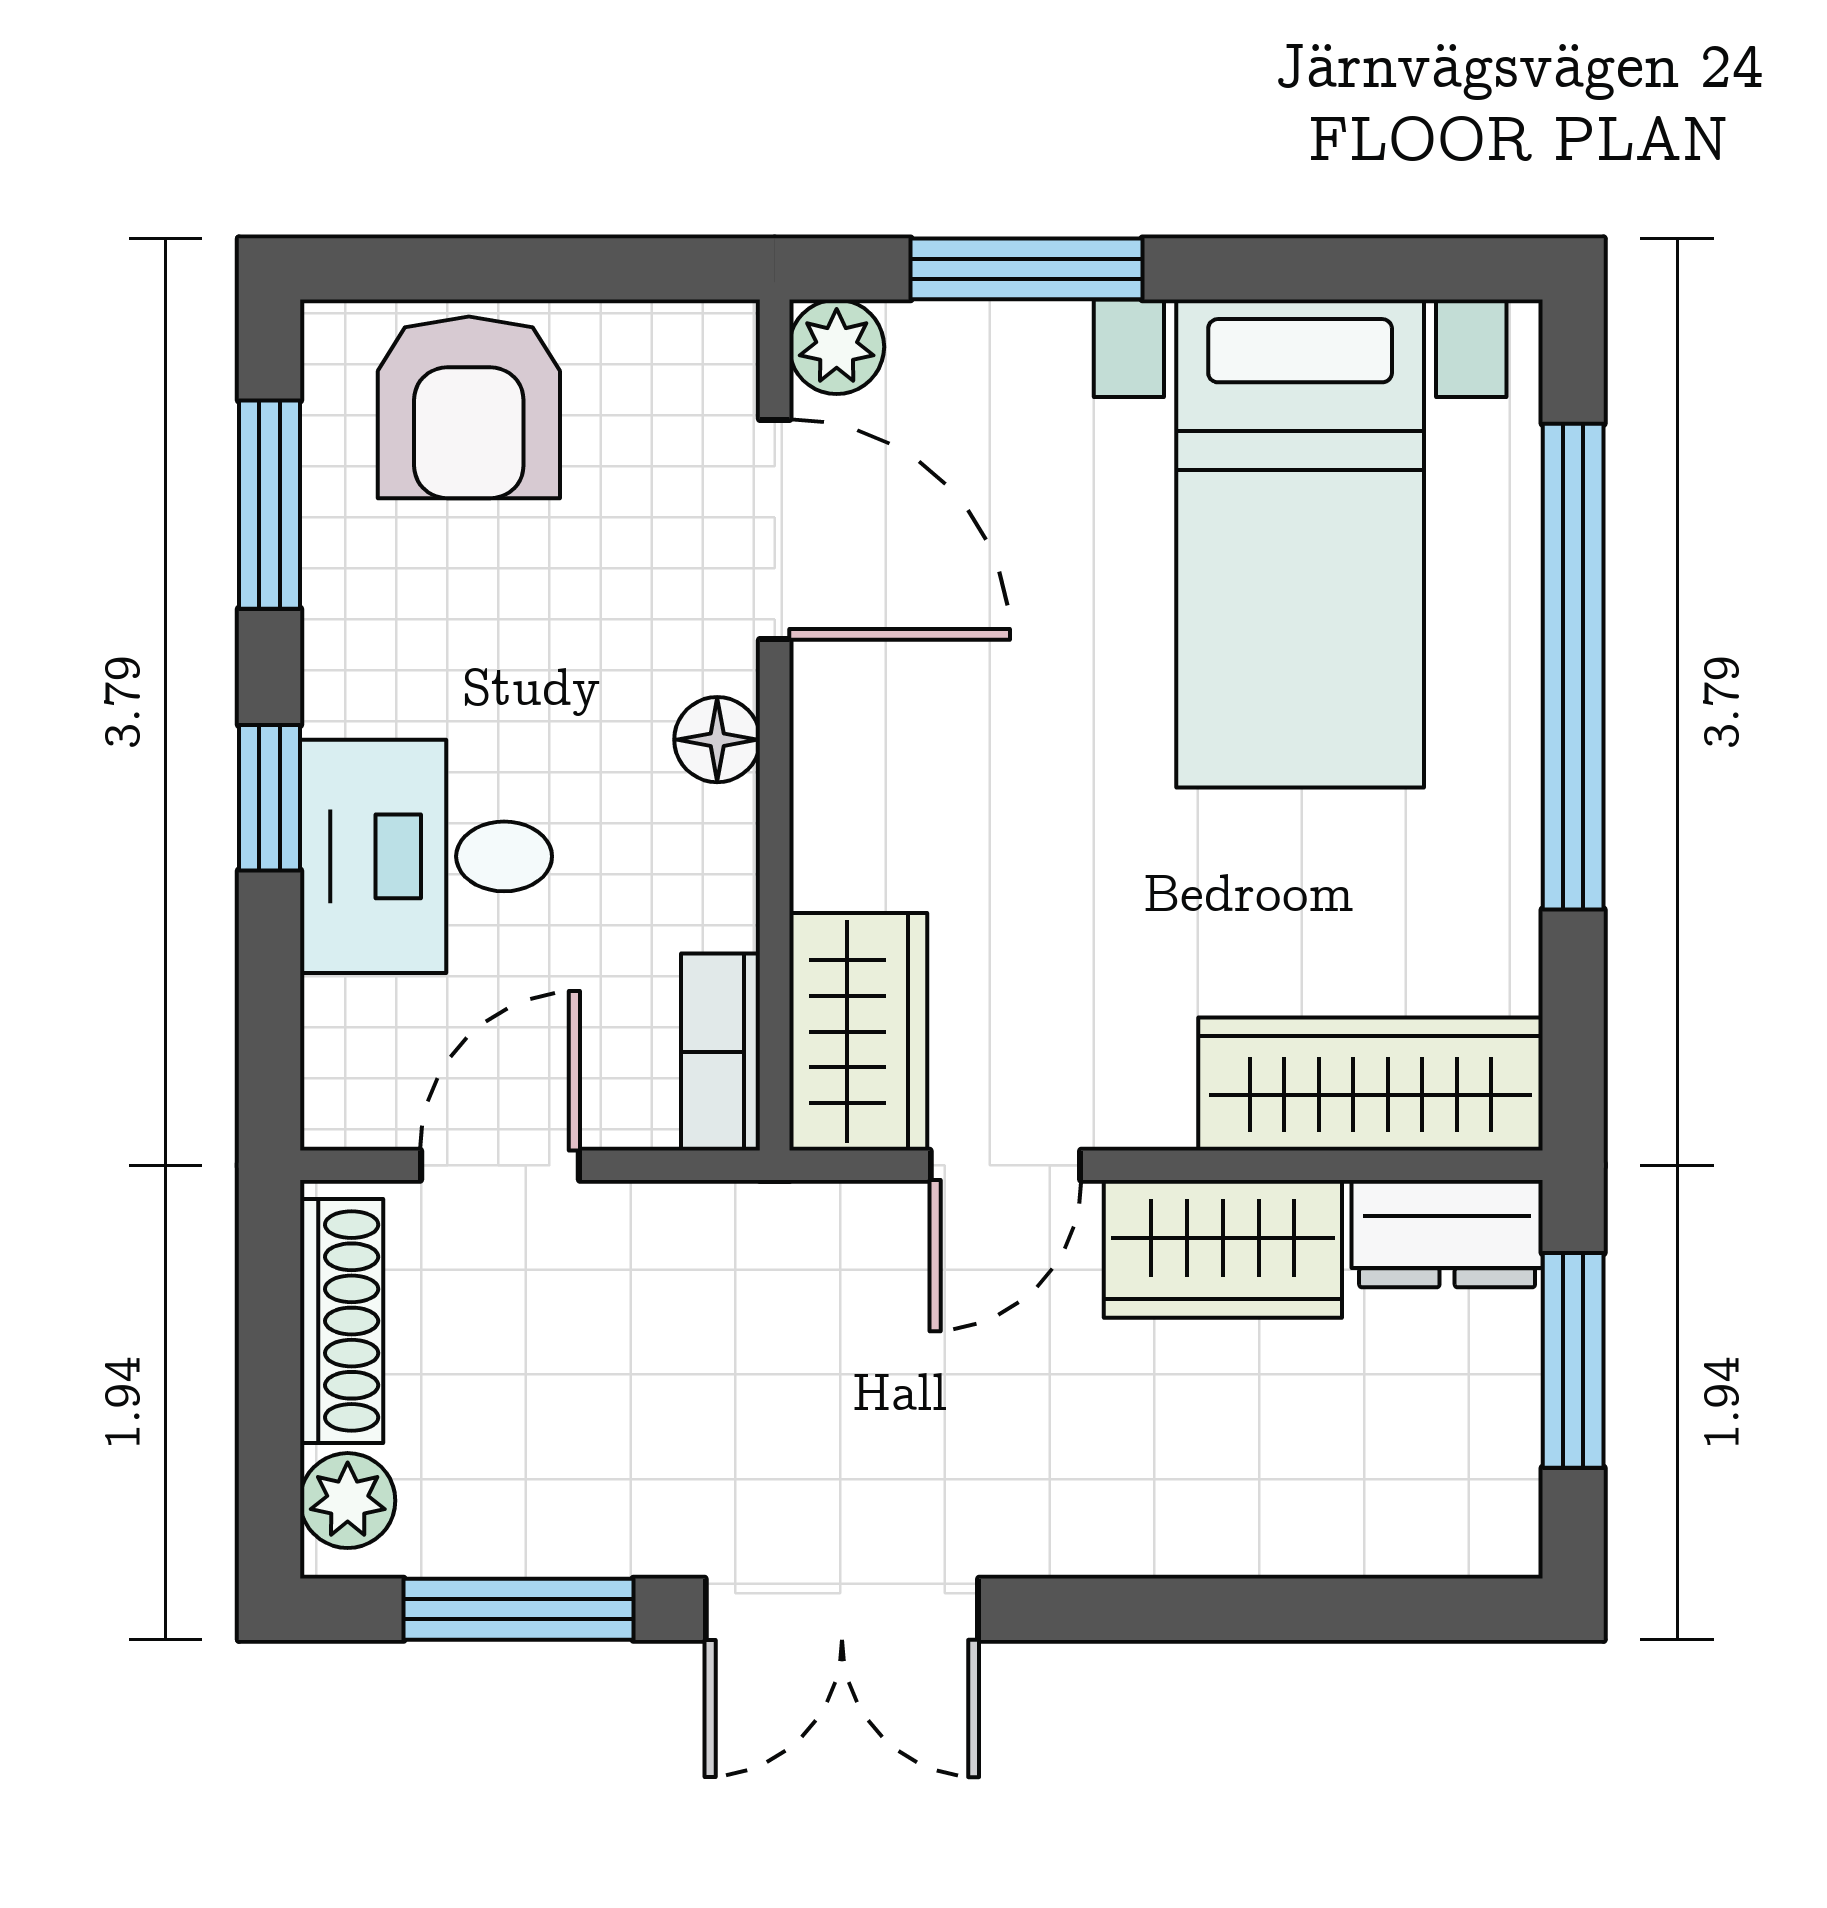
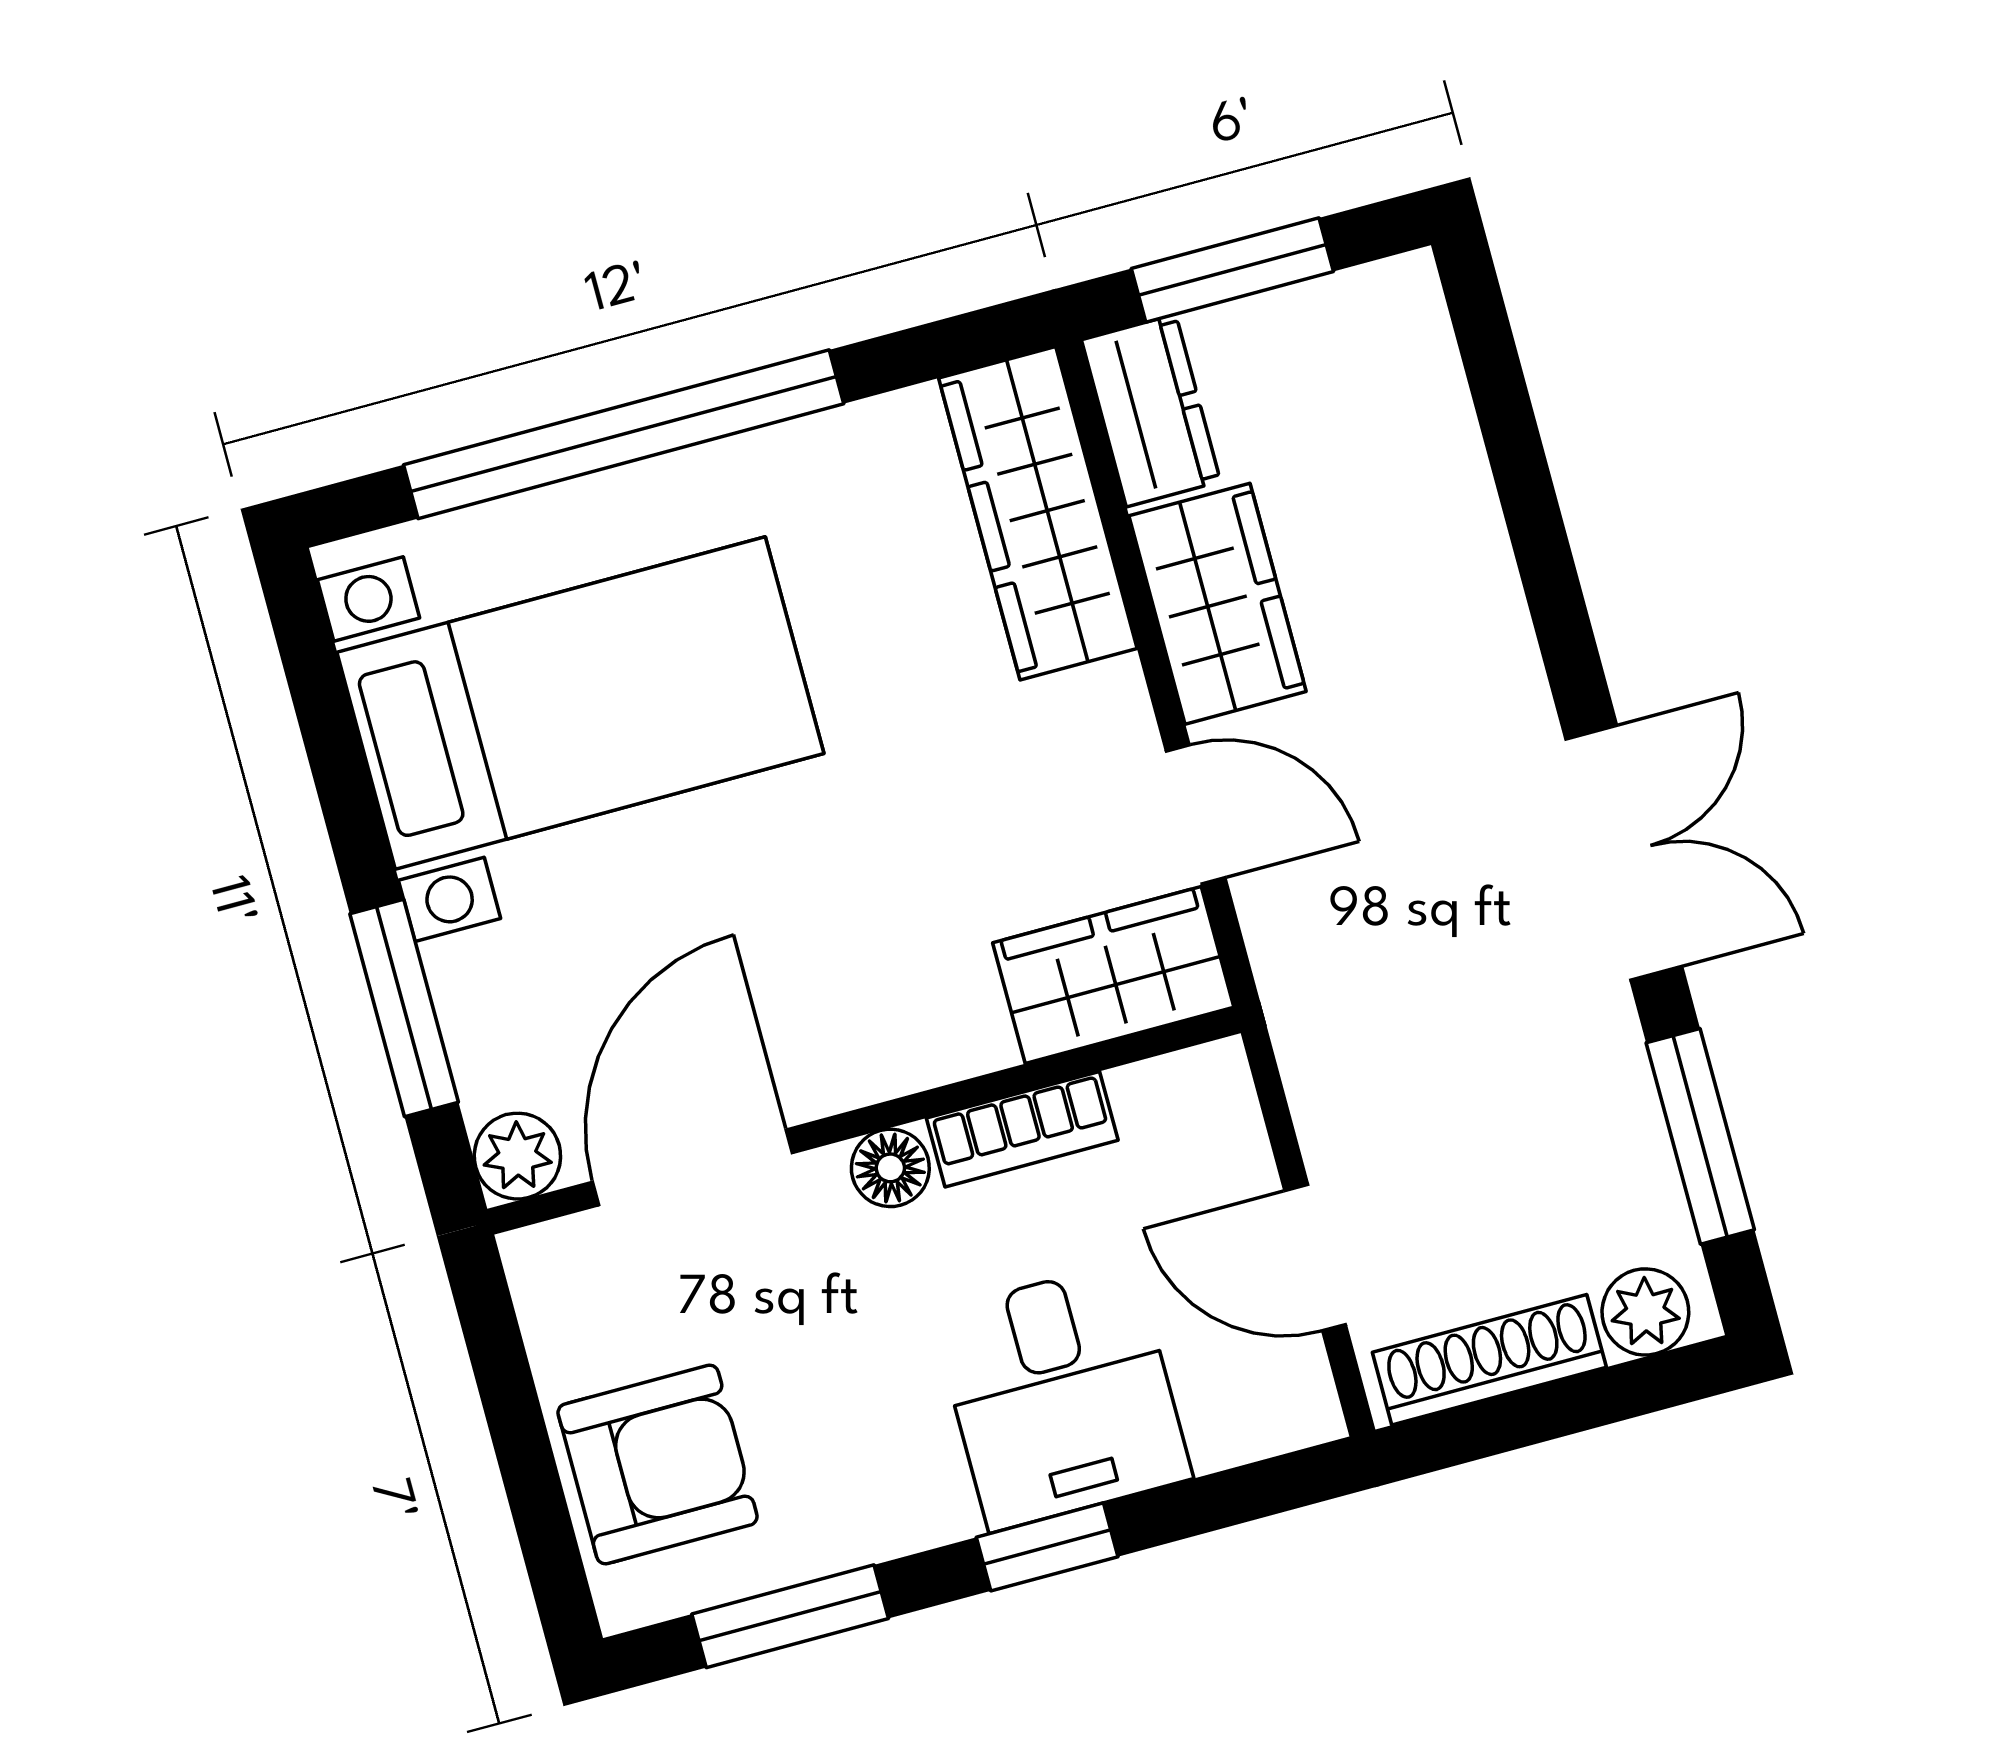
bookcase: (720, 1052) -> (1022, 1129), moved

